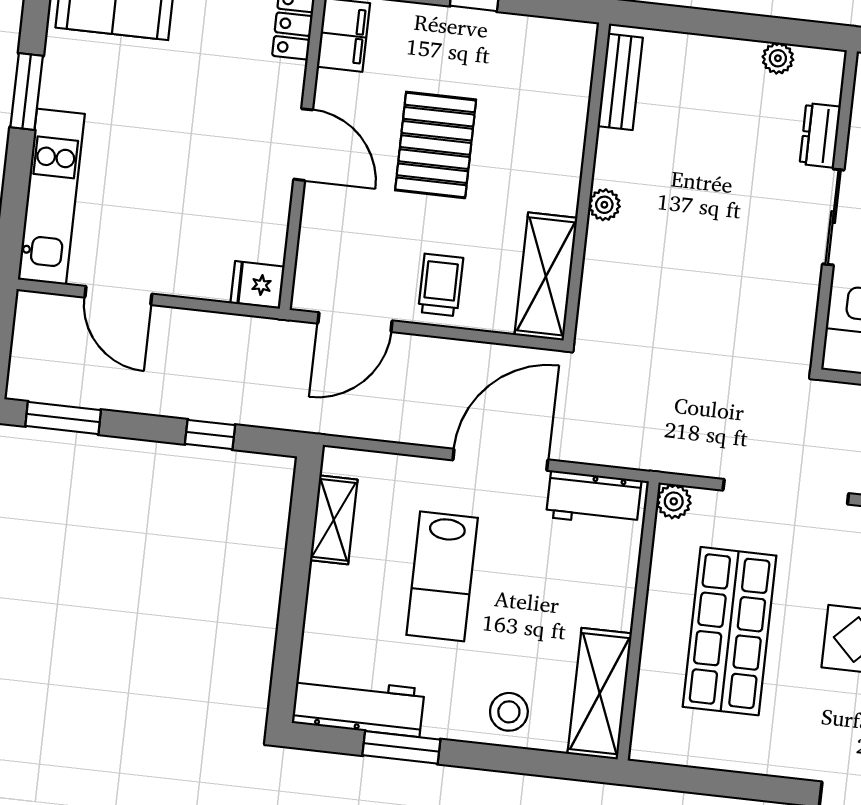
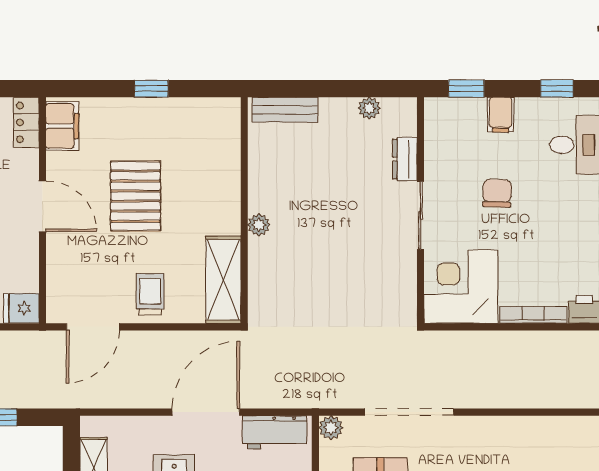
bench: (620, 82) -> (285, 110), moved, turned 90

